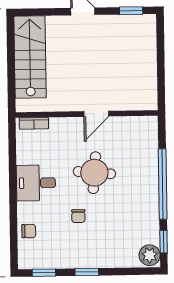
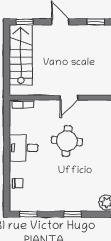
window: (34, 12) -> (25, 22), added
chair: (78, 216) -> (55, 173), removed
window: (87, 272) -> (73, 214), moved

